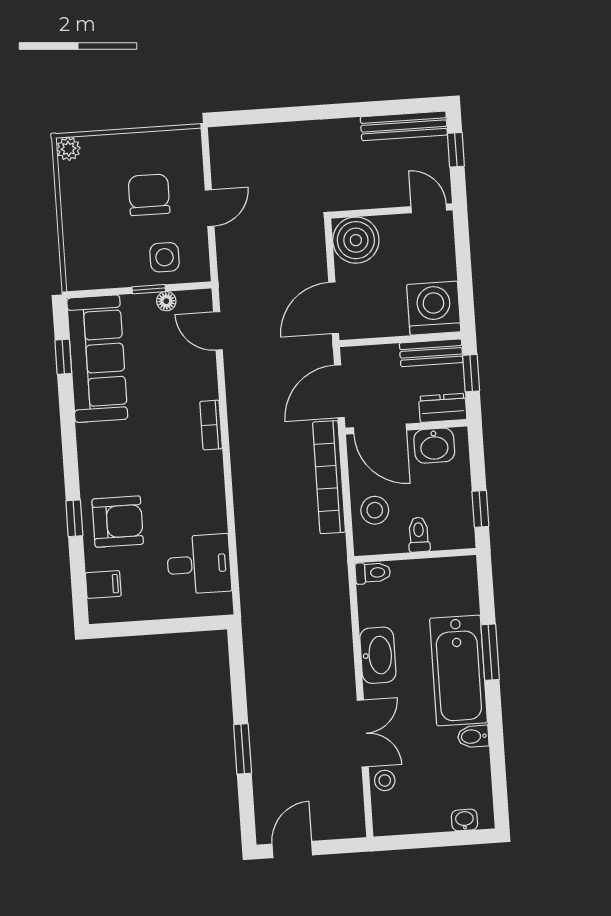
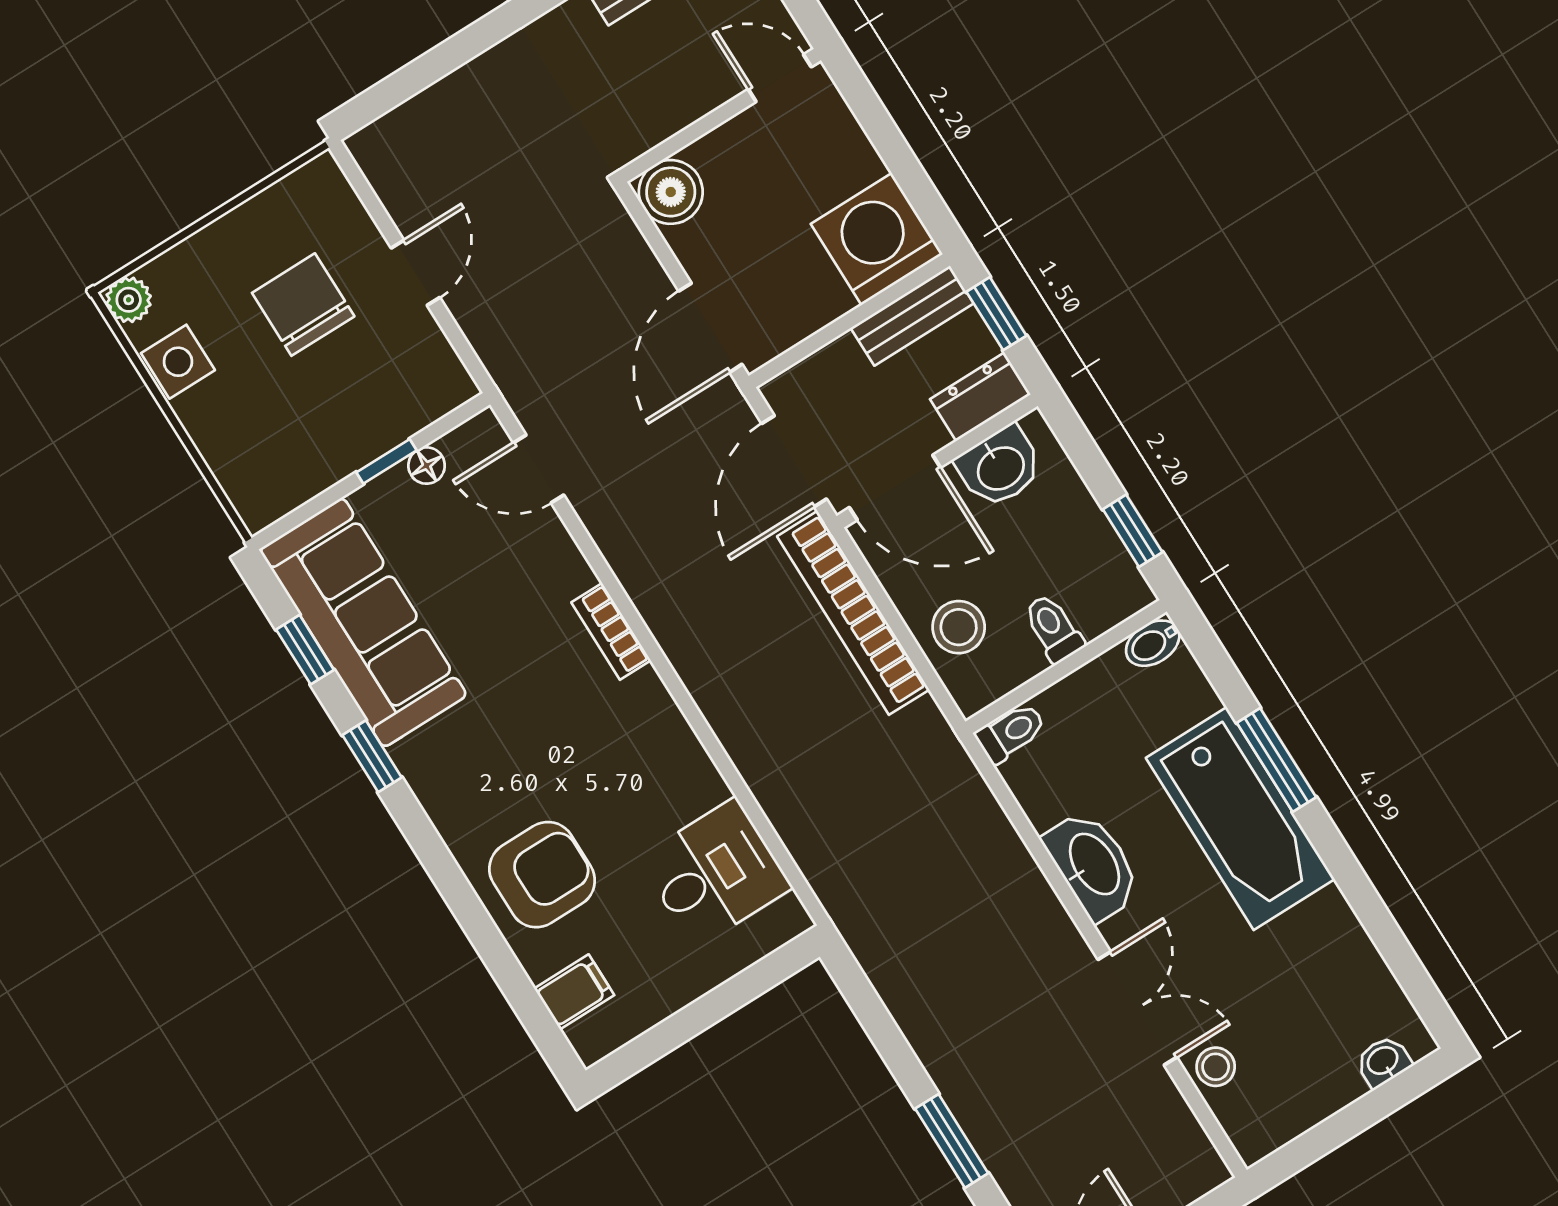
boiler: (356, 240) -> (671, 192), width x0.73, depth x0.73
side table: (164, 257) -> (178, 362), moved
window: (74, 518) -> (372, 756), moved
bidet: (473, 736) -> (1153, 643), moved

